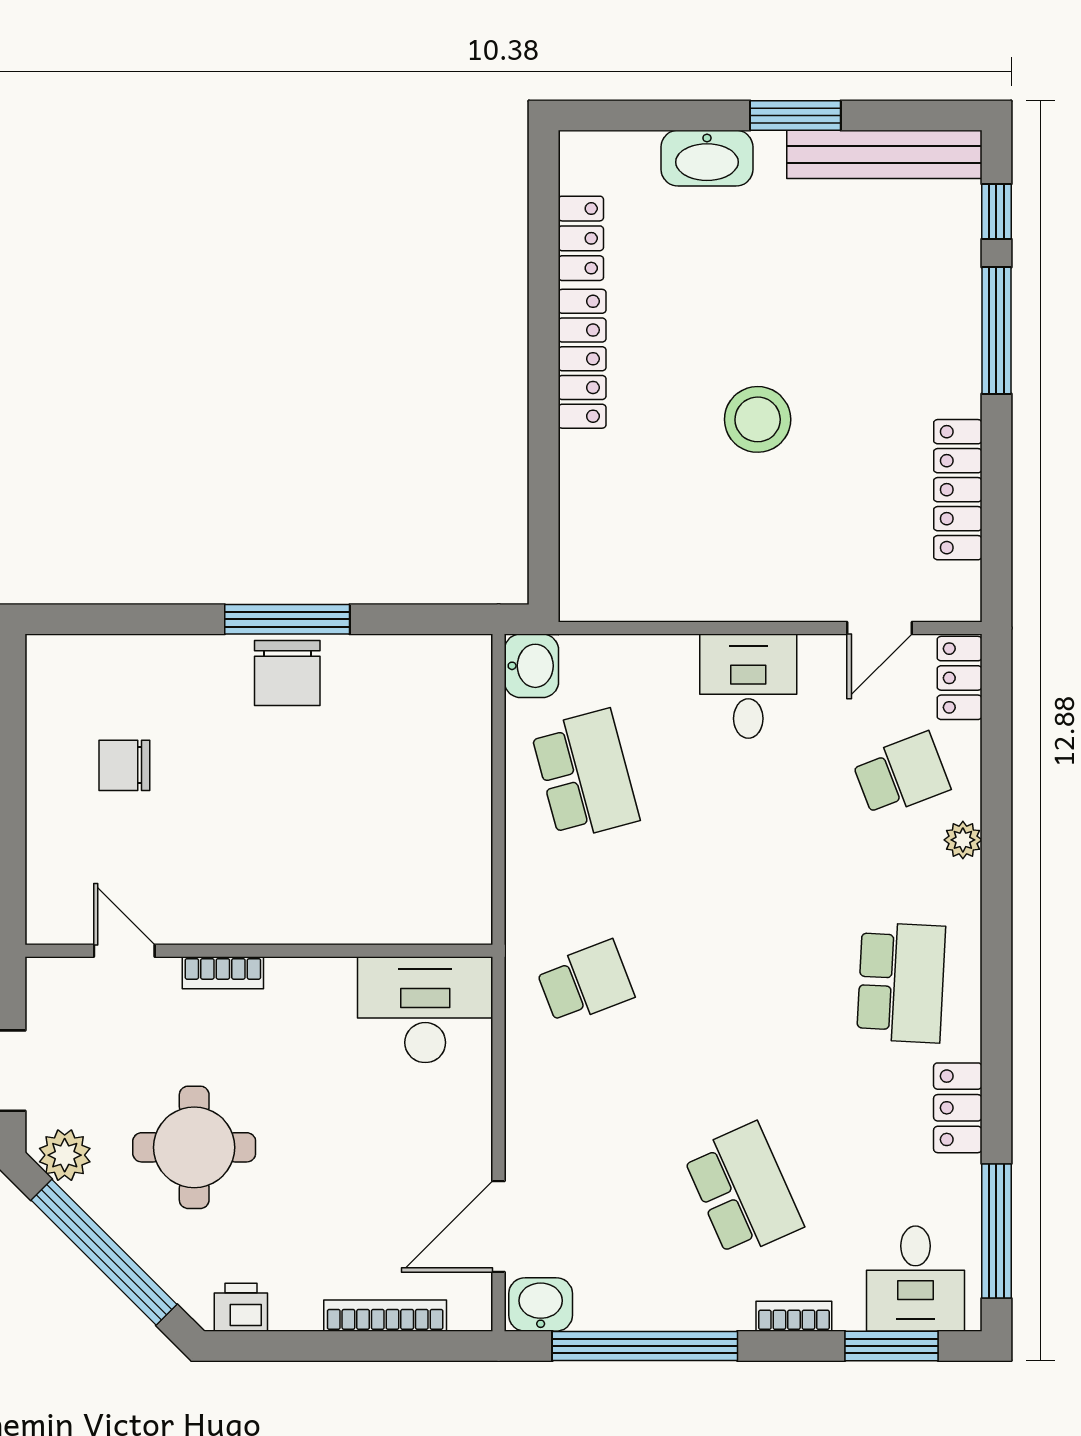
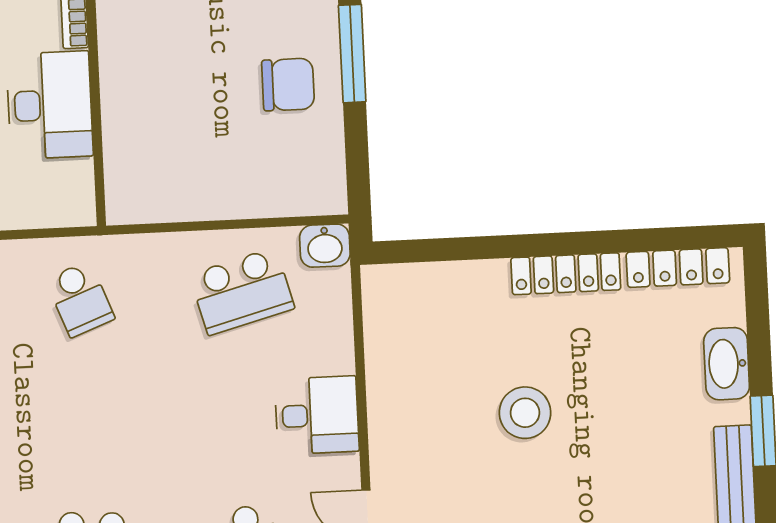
locker: (581, 238) -> (678, 268), width x1.53
chair: (287, 673) -> (288, 85), moved, turned 180
desk: (425, 1010) -> (50, 105), moved

